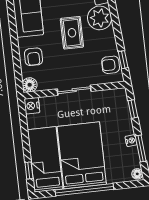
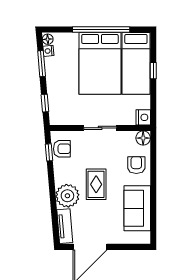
nightstand: (131, 141) -> (48, 51), moved
window: (29, 170) -> (153, 71), moved

